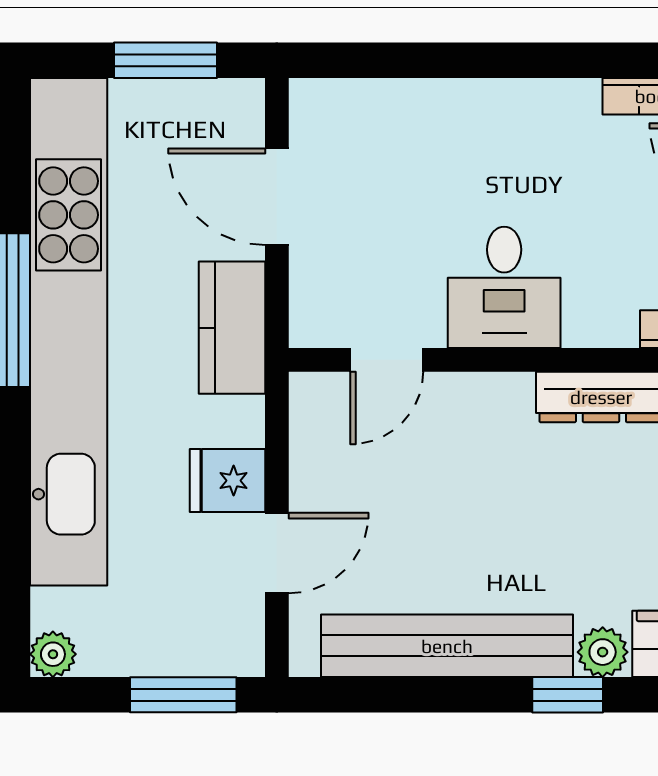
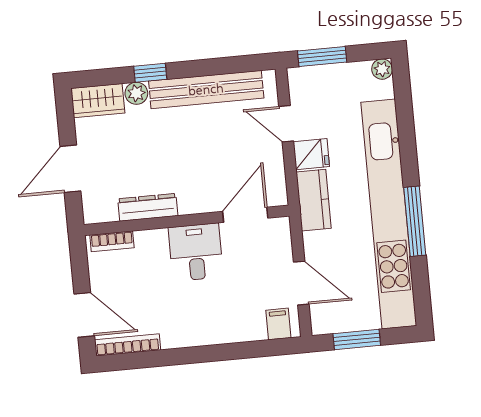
filing cabinet: (336, 111) -> (278, 324), added
kitchen counter: (232, 328) -> (314, 200), moved
door: (387, 360) -> (245, 215), width x1.37
door: (277, 553) -> (286, 124), hinge flipped

